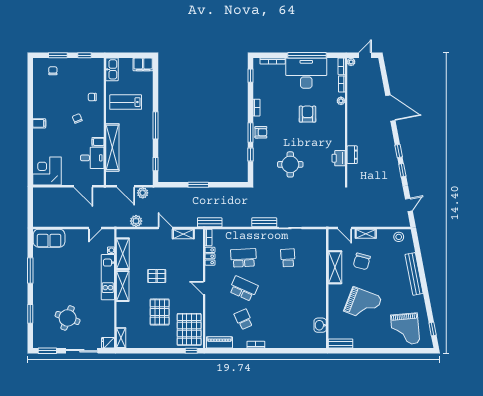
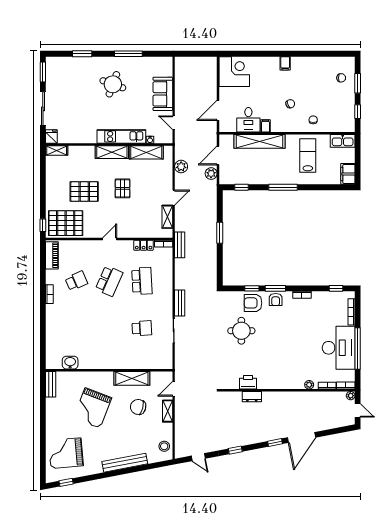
armchair: (307, 114) -> (253, 303), moved, turned 180
window: (399, 151) -> (275, 442), moved
sofa: (49, 238) -> (163, 94), moved
round table: (68, 318) -> (113, 84), moved

